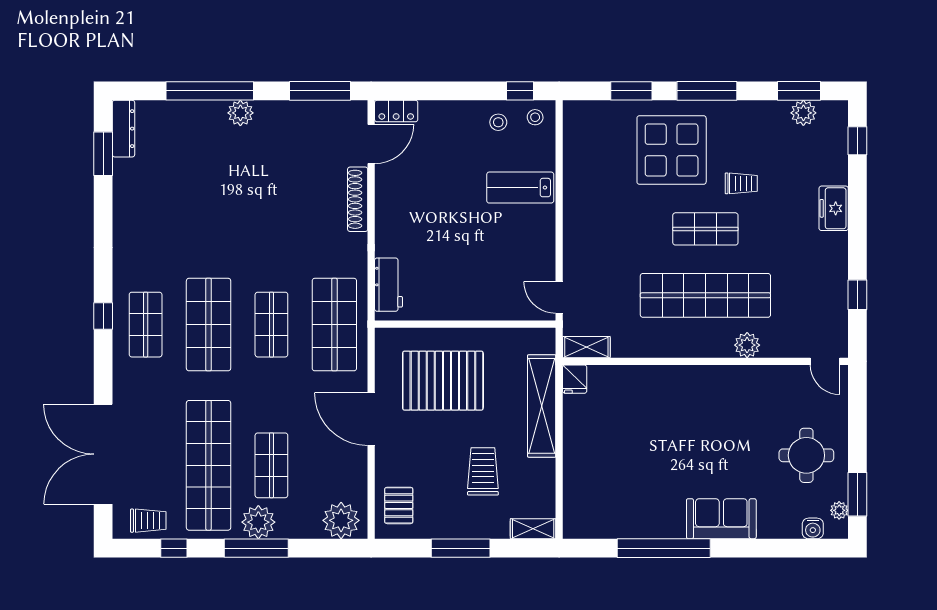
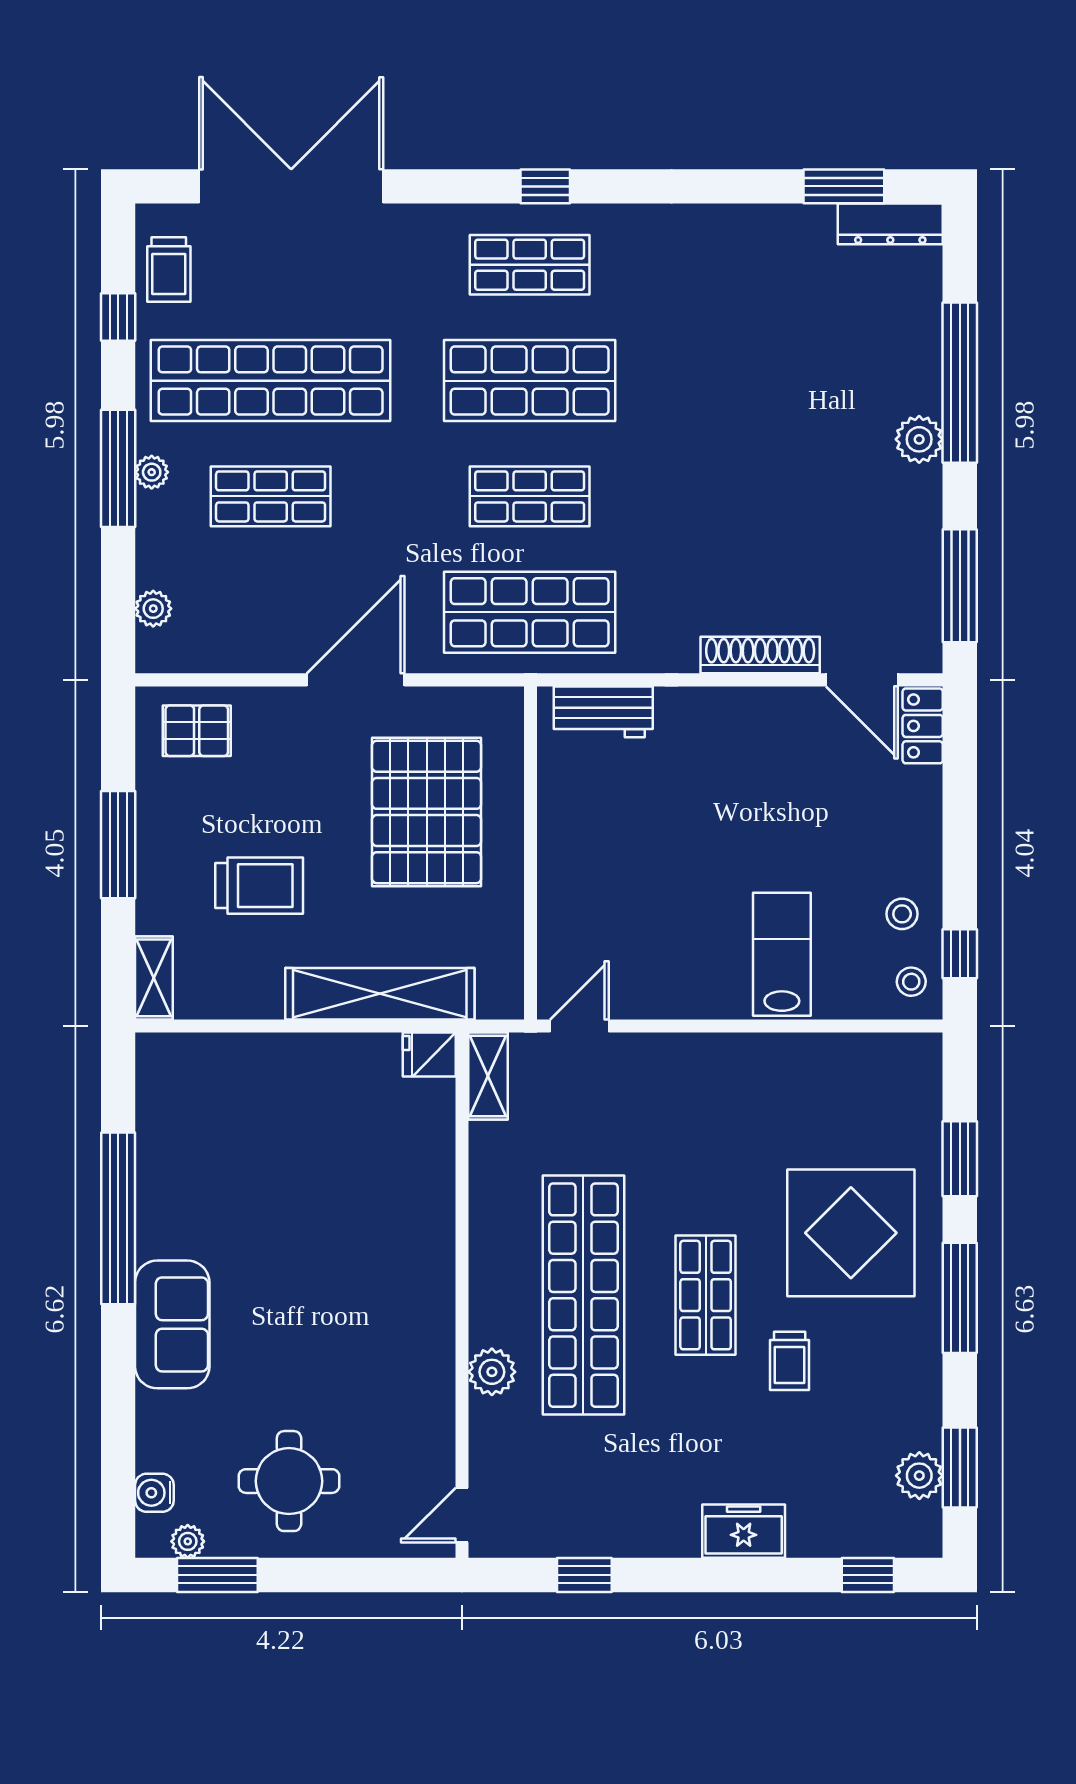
plant: (341, 520) -> (153, 609), width x0.53, depth x0.53
plant: (258, 522) -> (152, 472), width x0.53, depth x0.53

